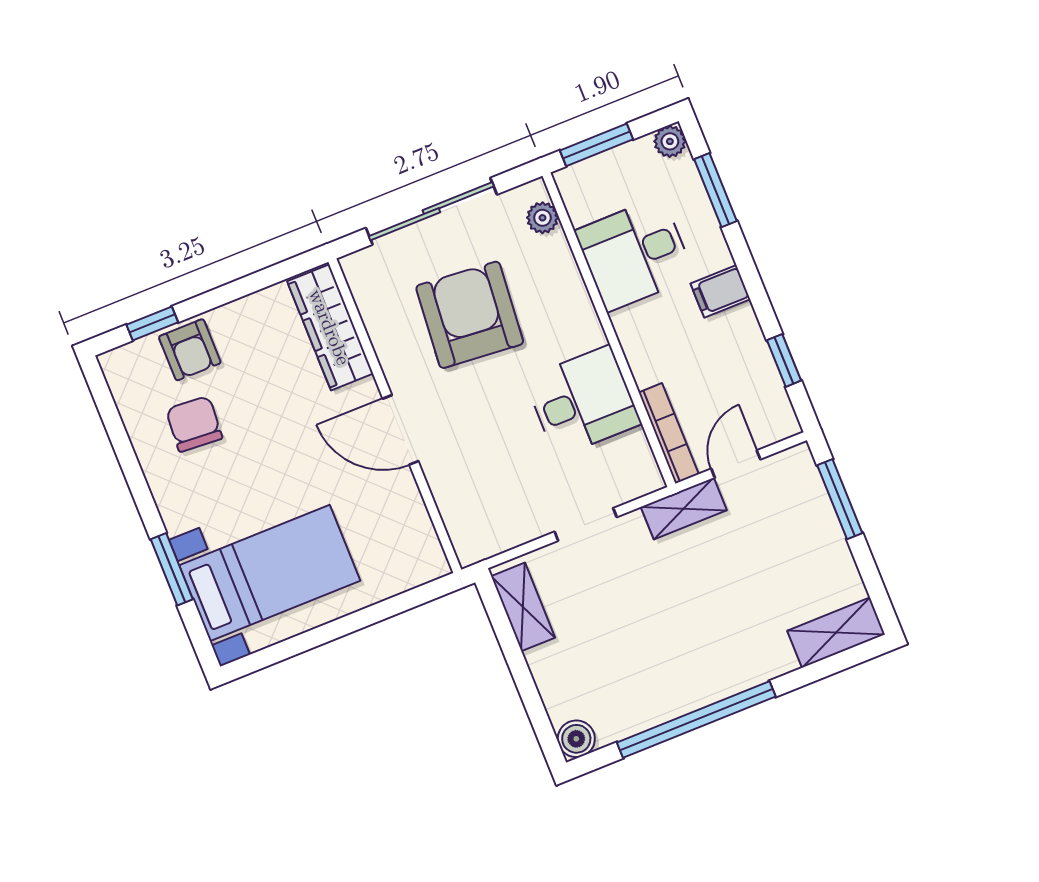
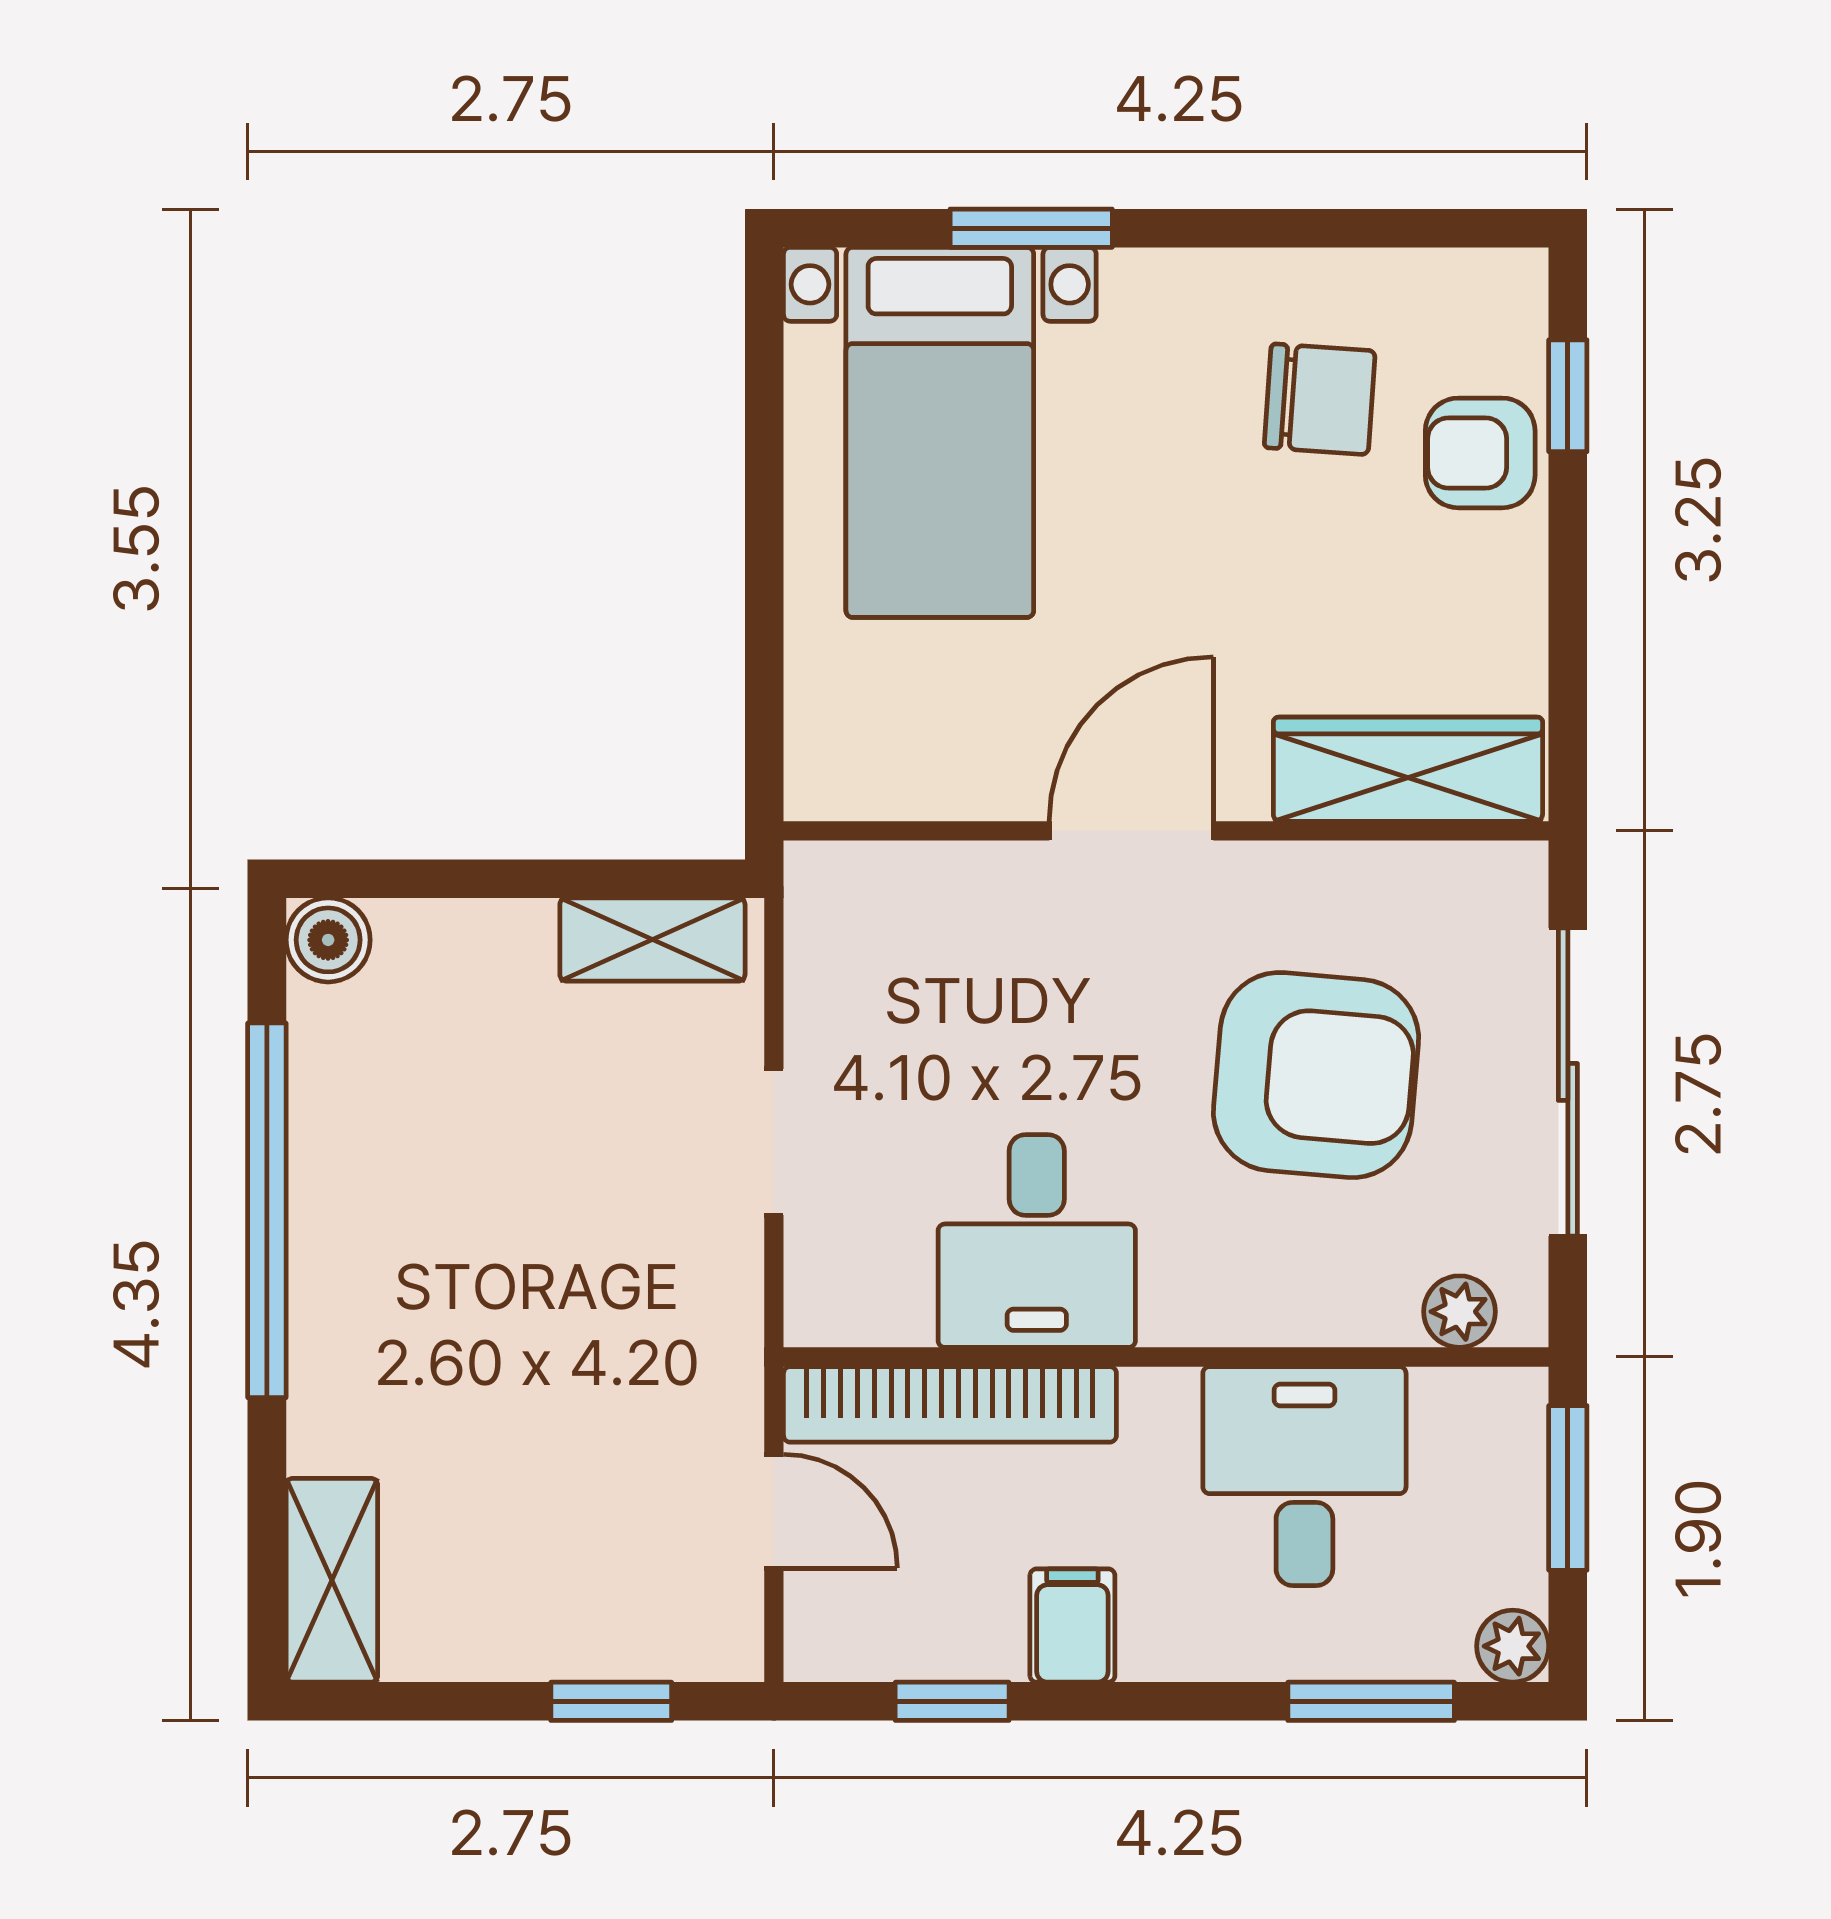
filing cabinet: (720, 291) -> (1072, 1626), moved
bookcase: (669, 433) -> (950, 1404), width x1.48, depth x1.31
window: (840, 499) -> (611, 1701), width x0.67
shelving: (684, 509) -> (724, 1363), removed

